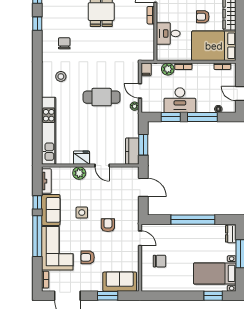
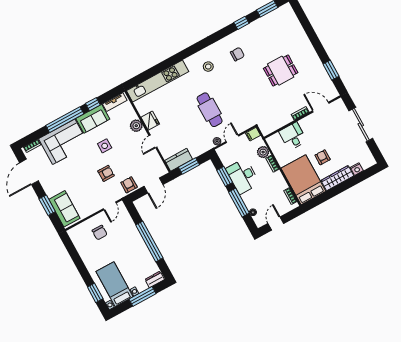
armchair: (88, 257) -> (129, 185), moved

